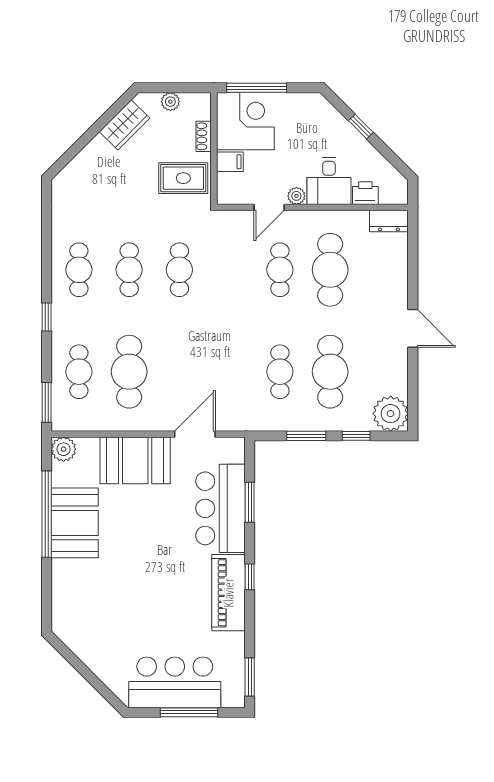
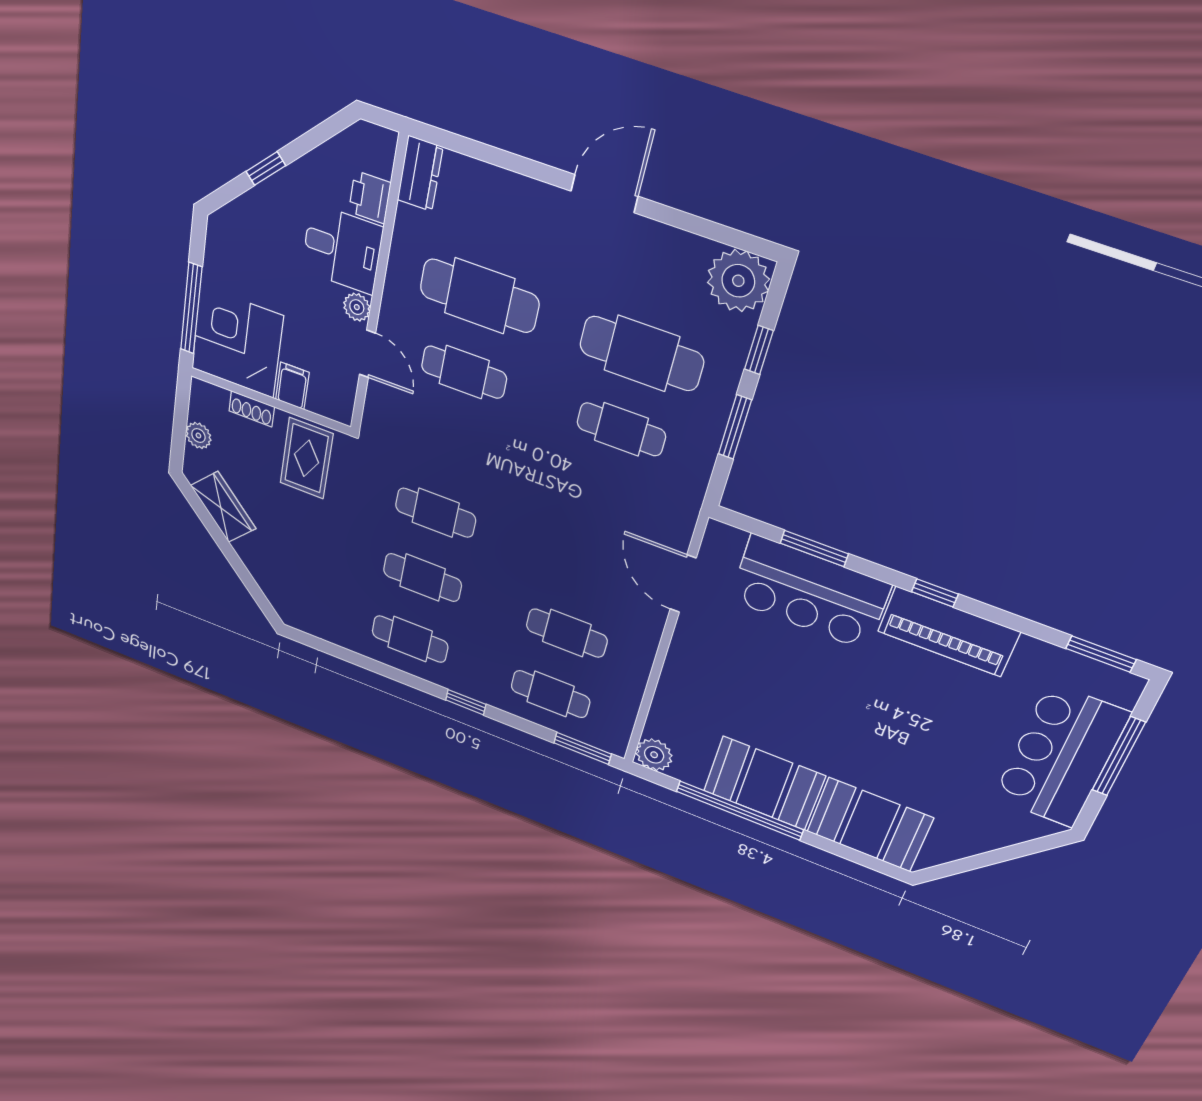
cafe table: (129, 372) -> (567, 633), width x0.73, depth x0.74
booth: (135, 460) -> (870, 825), moved, turned 90

